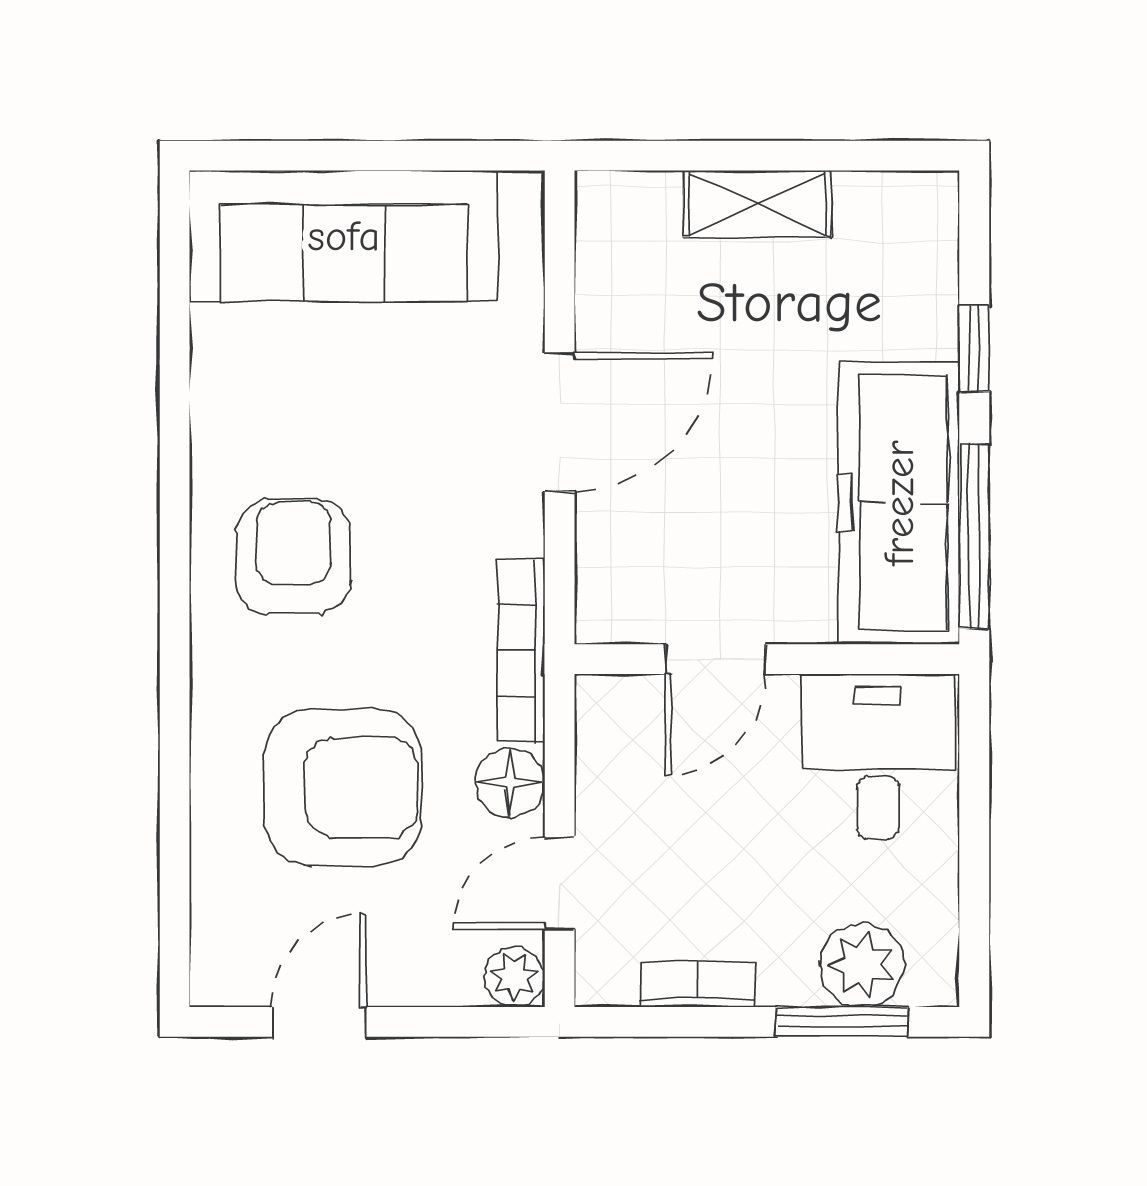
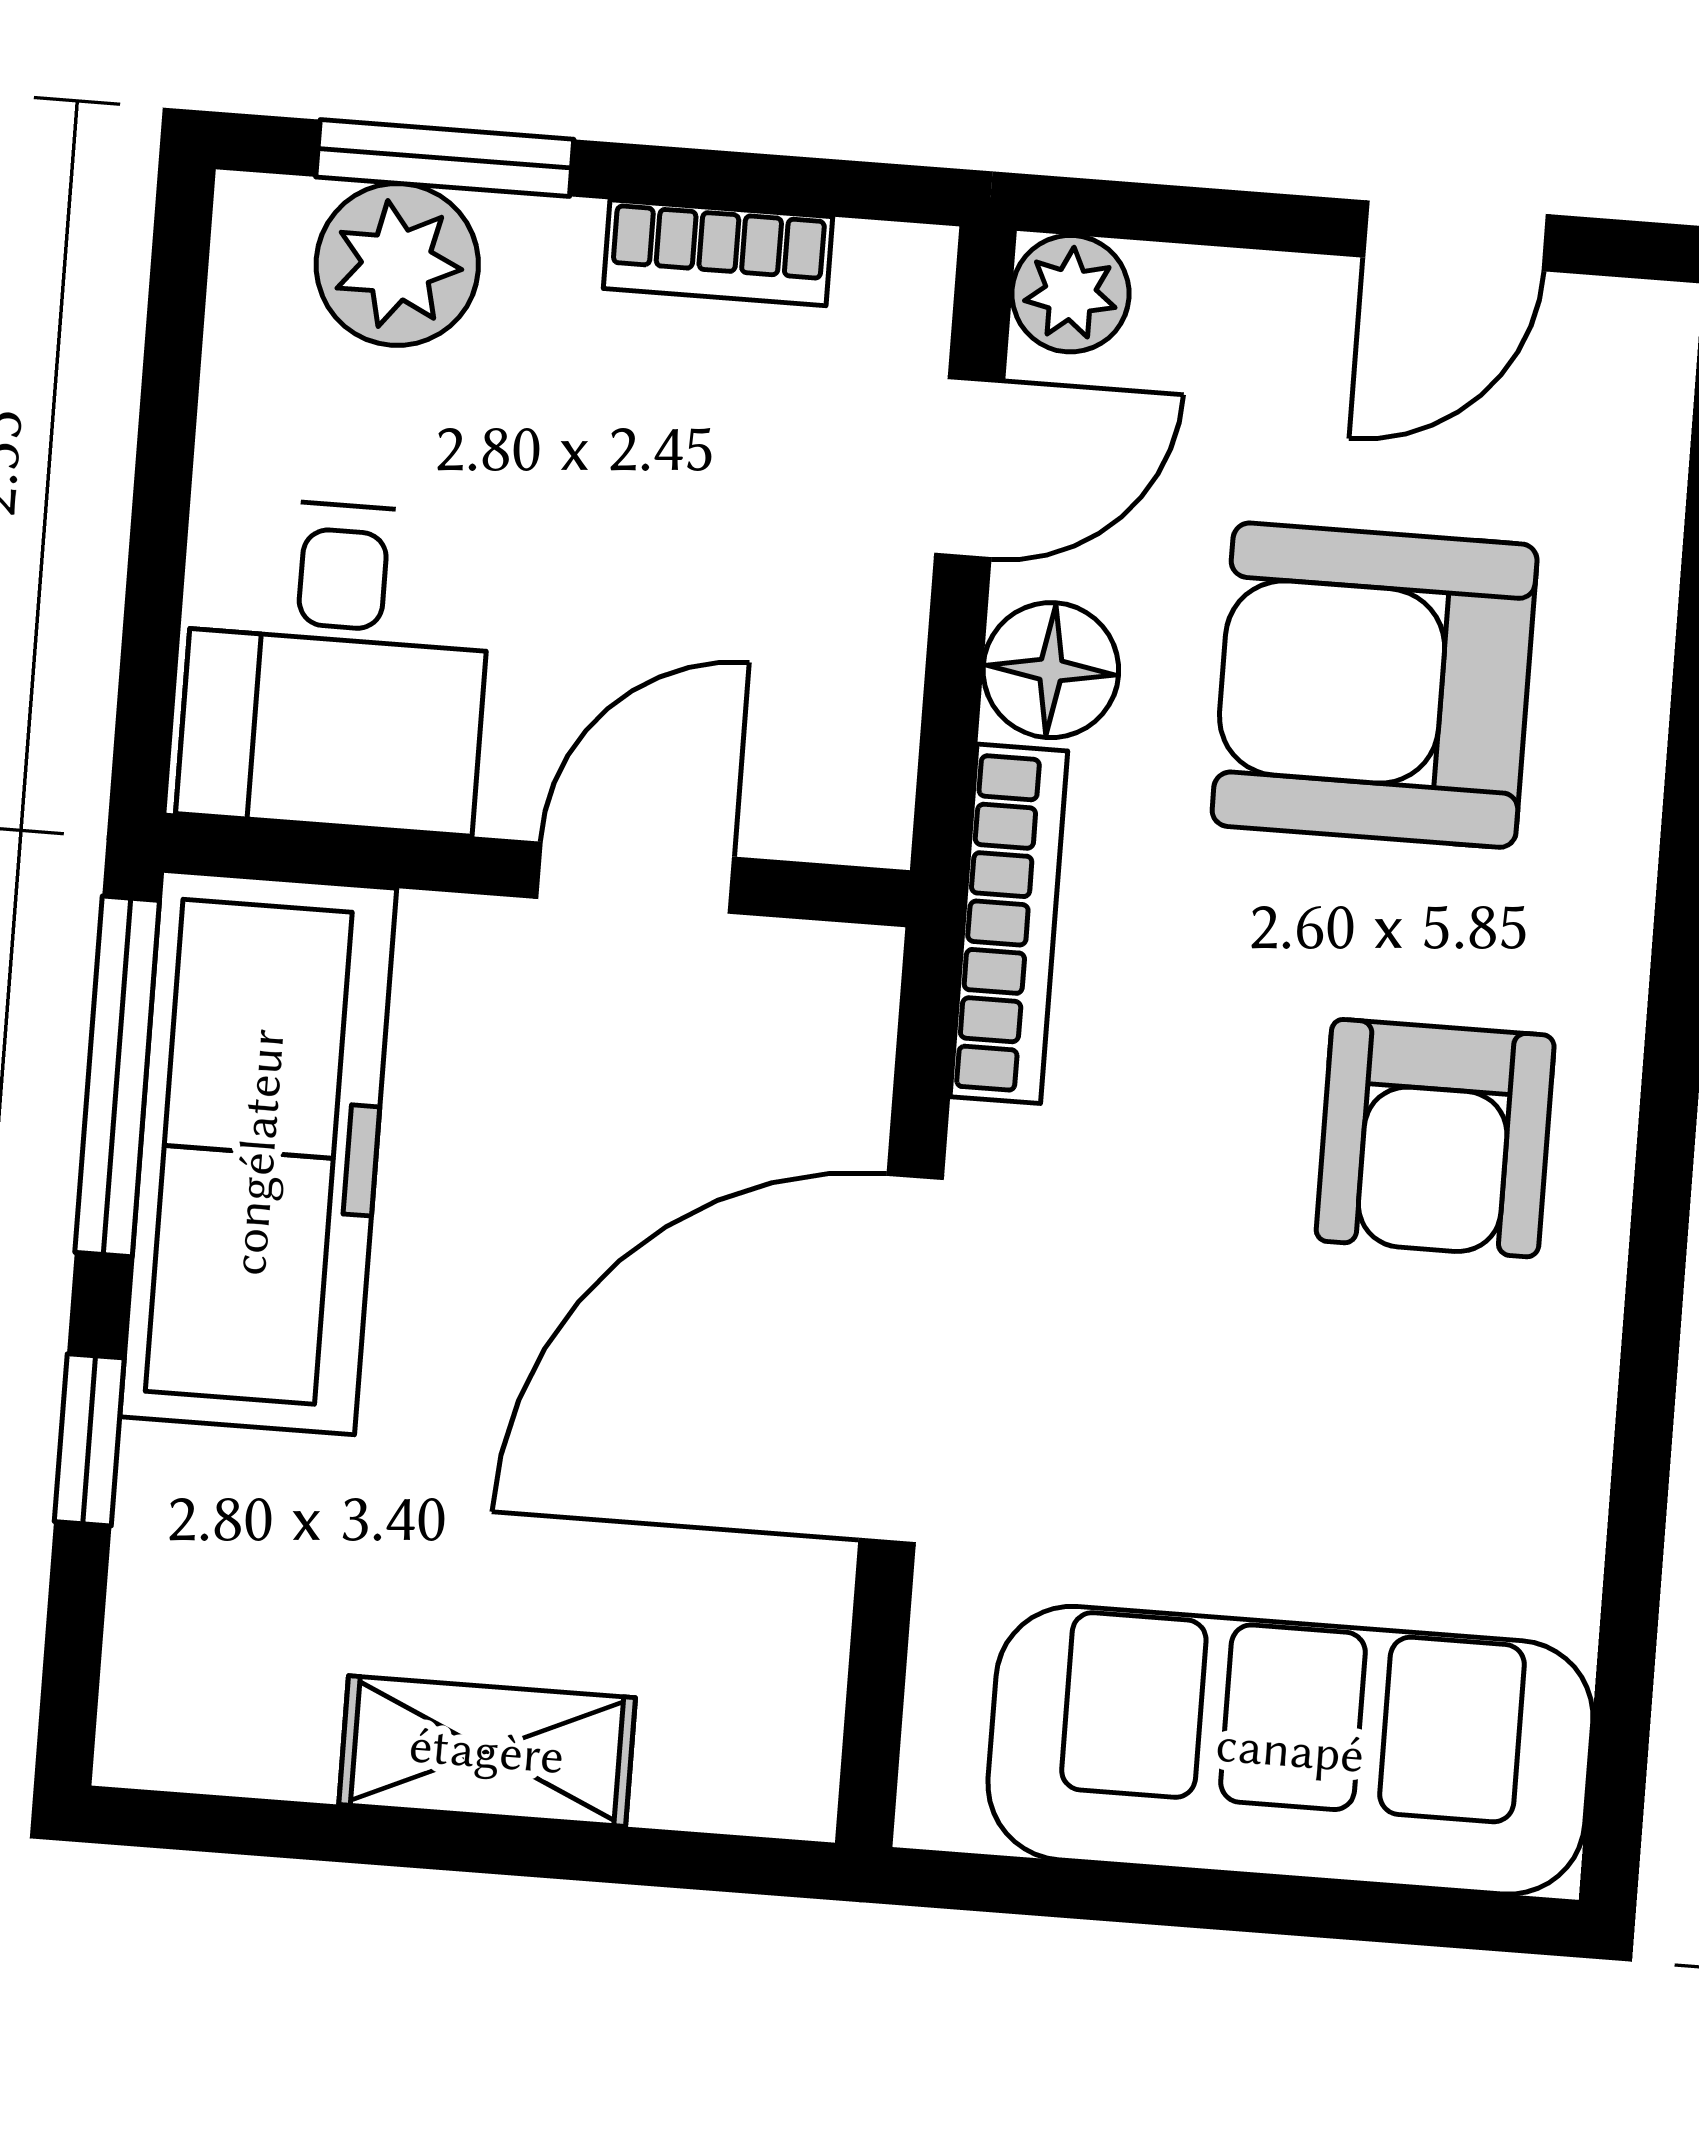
door: (560, 422) -> (901, 1359), width x1.36

